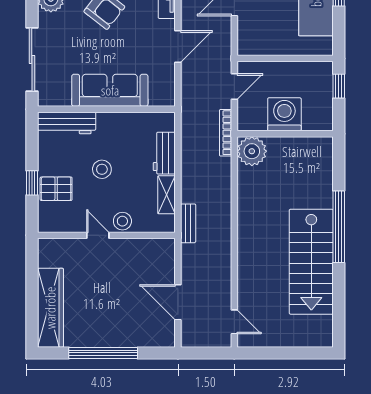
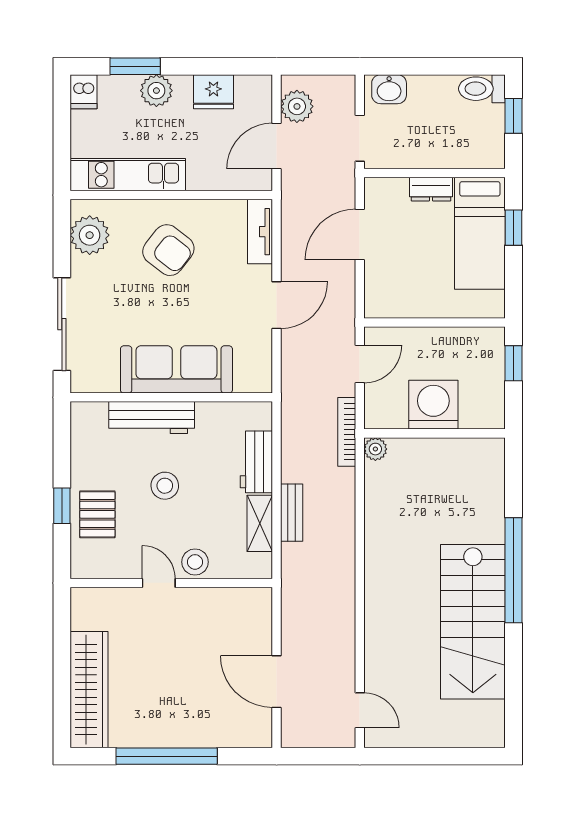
workbench: (67, 123) -> (152, 418), moved
plant: (252, 151) -> (375, 449), width x0.53, depth x0.53
pallet: (56, 189) -> (97, 514), turned 90
bench: (188, 223) -> (292, 513), moved

